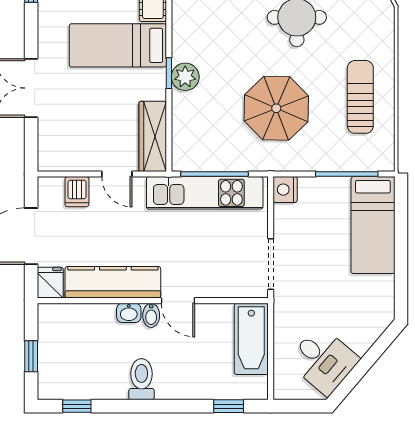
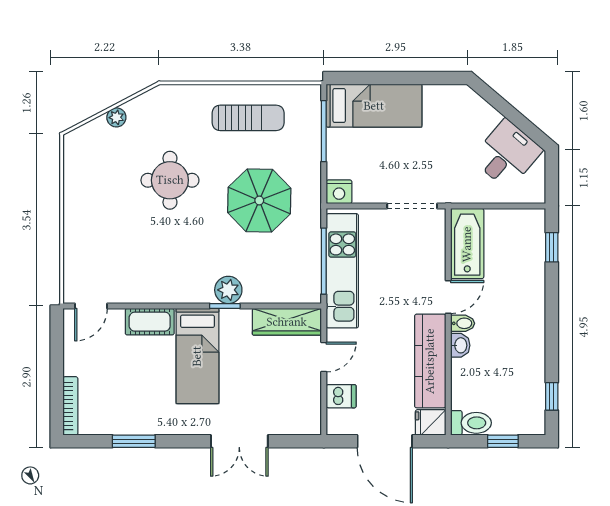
sun lounger: (360, 97) -> (248, 118), turned 180
bathtub: (251, 339) -> (467, 244), moved, turned -90
toilet: (141, 379) -> (471, 423), moved, turned 180

